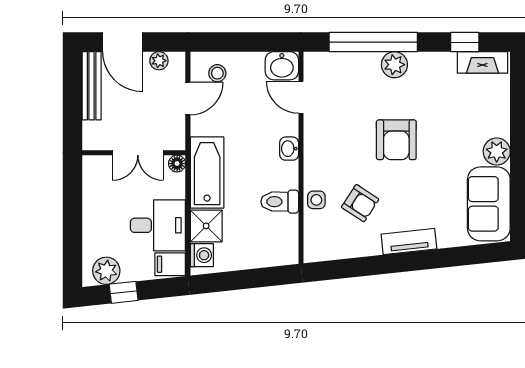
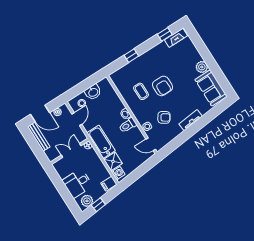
window: (373, 42) -> (131, 56), width x0.32
plant: (394, 65) -> (144, 59), removed
washbasin: (282, 66) -> (93, 92), moved
door: (301, 97) -> (151, 144), moved
coffee table: (348, 124) -> (141, 91), added
double door: (138, 153) -> (71, 150), swing flipped
toilet: (280, 202) -> (128, 125), moved
desk: (158, 225) -> (77, 183), moved, turned 180

